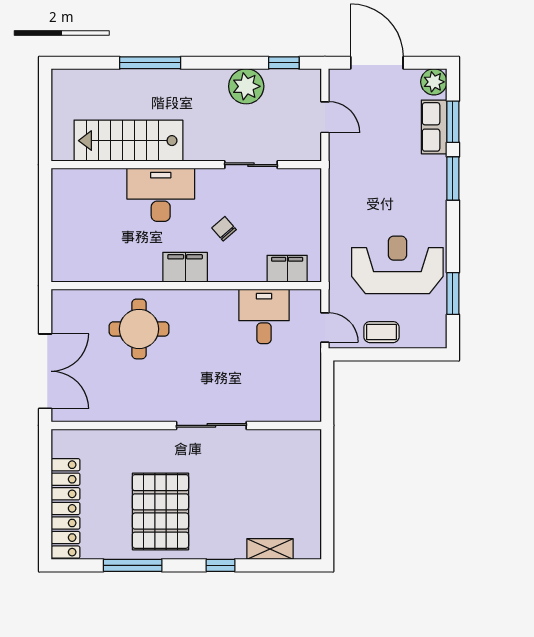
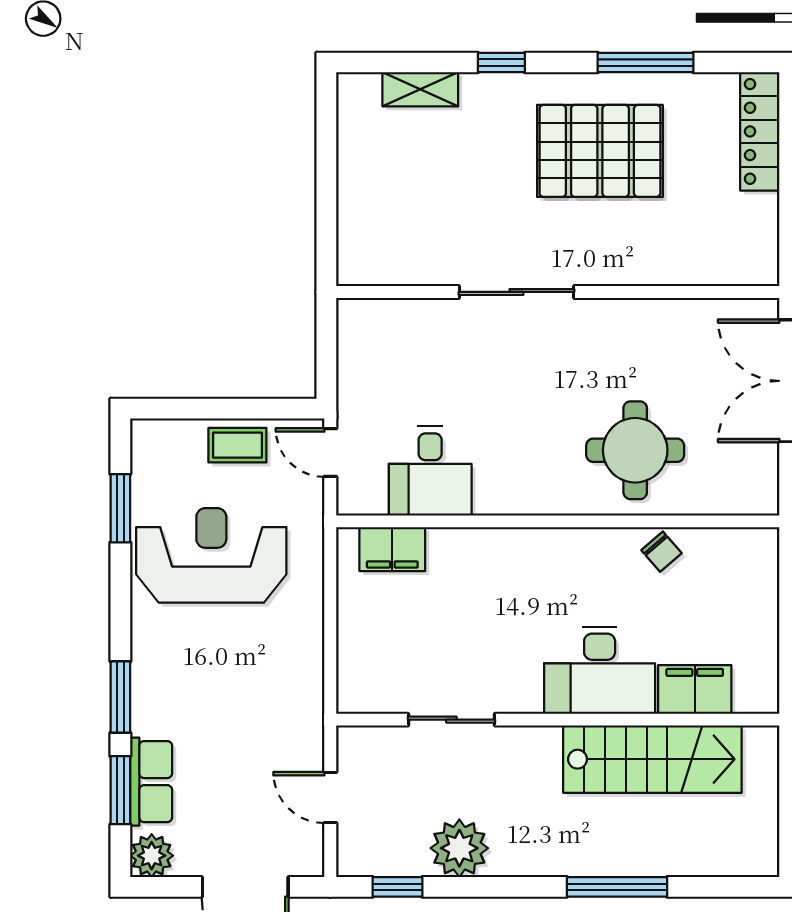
chair: (224, 229) -> (661, 552), moved
reception desk: (397, 265) -> (211, 555), turned 180
filing cabinet: (185, 267) -> (695, 689), moved, turned 180
locker: (65, 508) -> (760, 131), width x0.71, depth x0.83
pallet: (160, 511) -> (600, 151), turned 90

